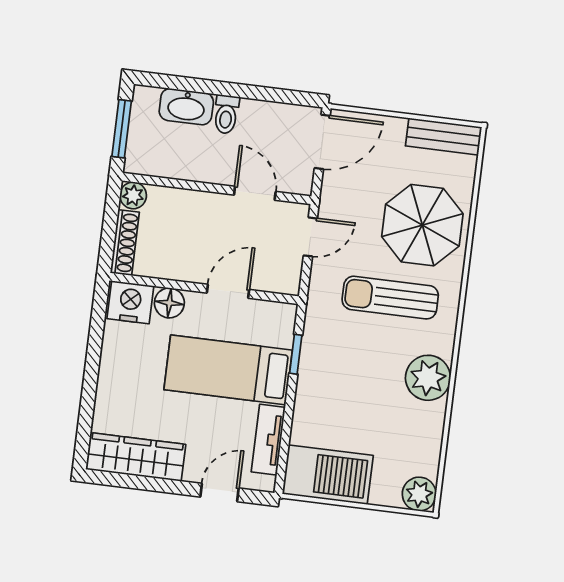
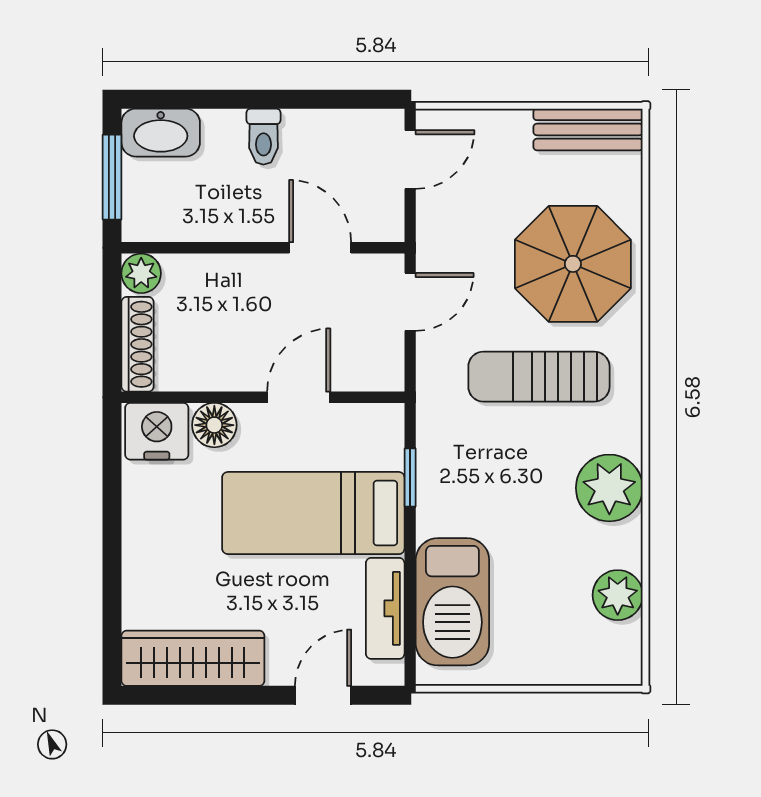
washbasin: (186, 107) -> (161, 133), moved
door: (322, 142) -> (410, 160), width x0.73
barbecue: (328, 475) -> (452, 602), moved, turned 90
plant: (419, 494) -> (618, 595), moved

